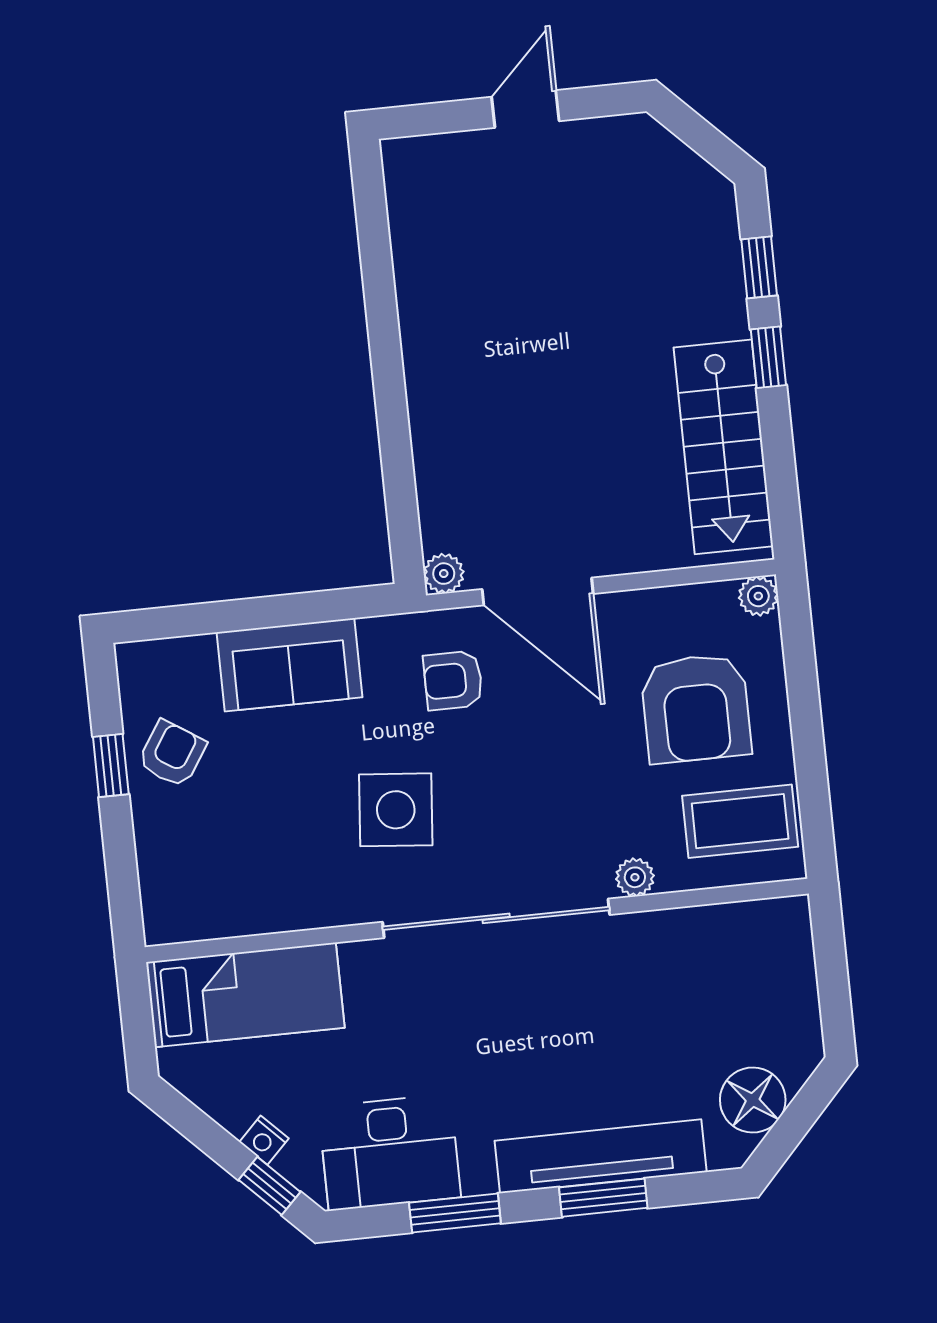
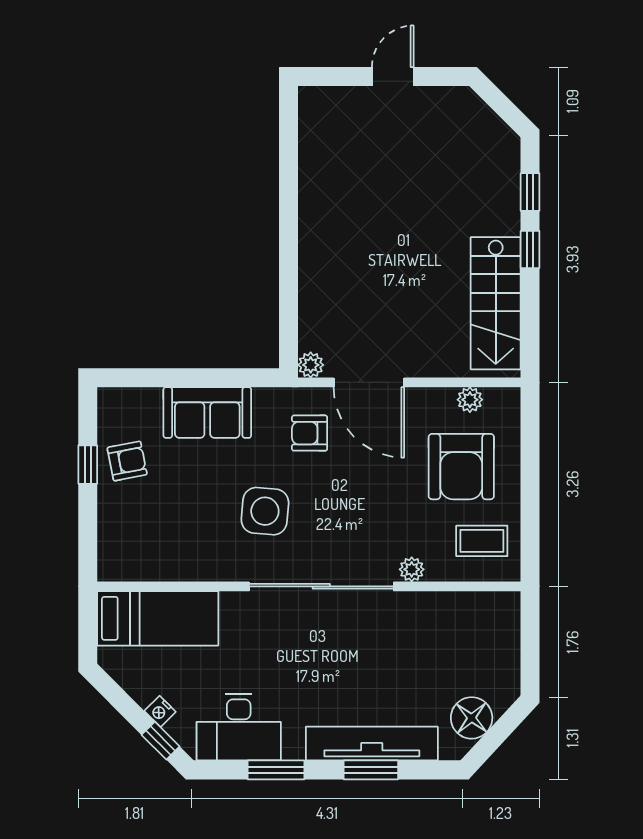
plant: (758, 596) -> (470, 400), moved
armchair: (172, 754) -> (127, 461), turned 46
coffee table: (740, 821) -> (482, 541), width x0.73, depth x0.77

